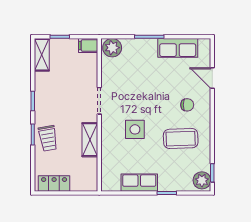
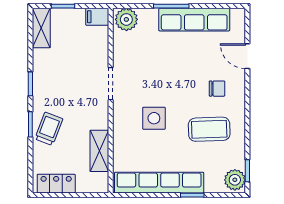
row of seats: (178, 48) -> (194, 20), width x1.48
trolley: (48, 138) -> (49, 129), turned -149
shelving: (90, 140) -> (99, 151), moved
row of seats: (139, 183) -> (159, 183), width x2.02

